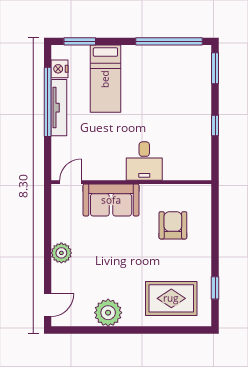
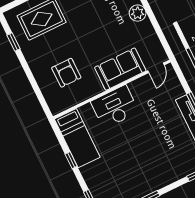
bed: (105, 79) -> (77, 138), moved, turned 180
desk: (144, 161) -> (115, 107), width x1.37

